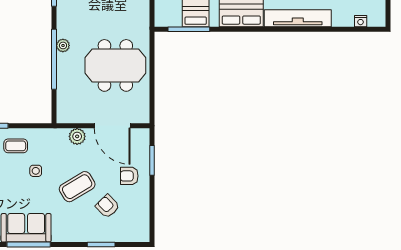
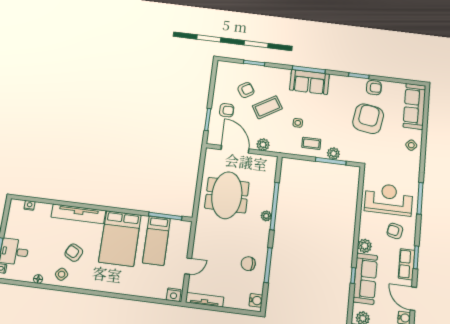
meeting table: (115, 65) -> (227, 195), turned 90
armchair: (107, 206) -> (246, 90), turned -79

